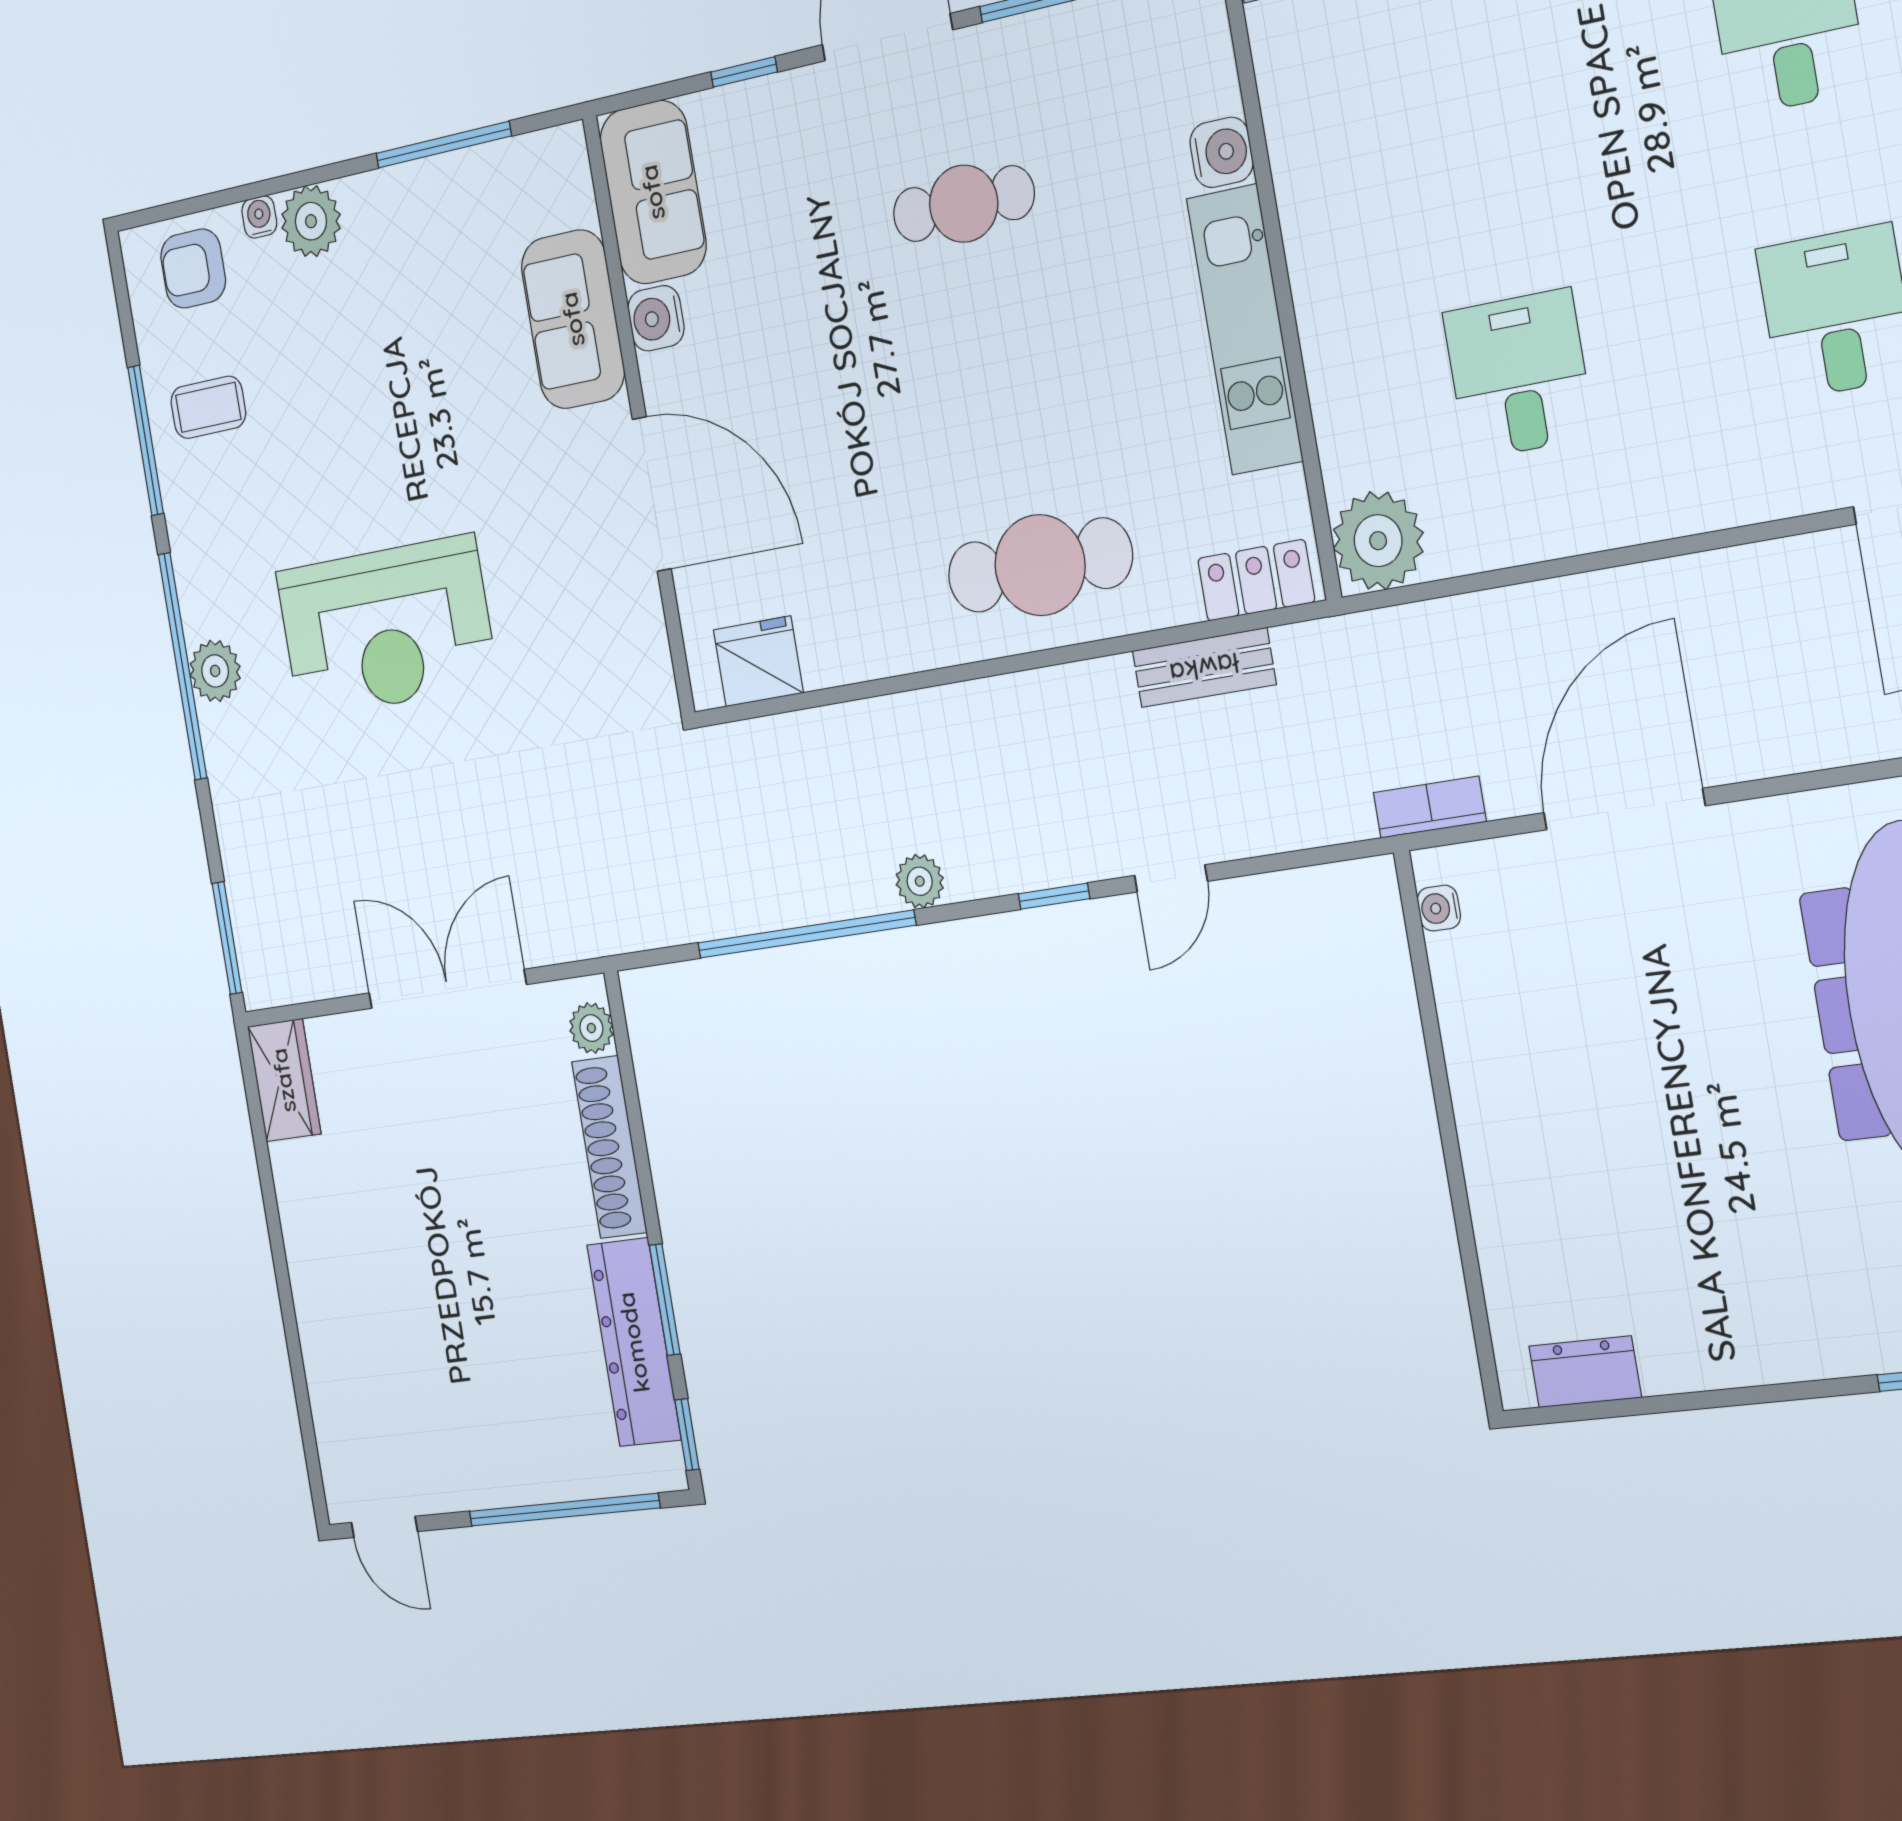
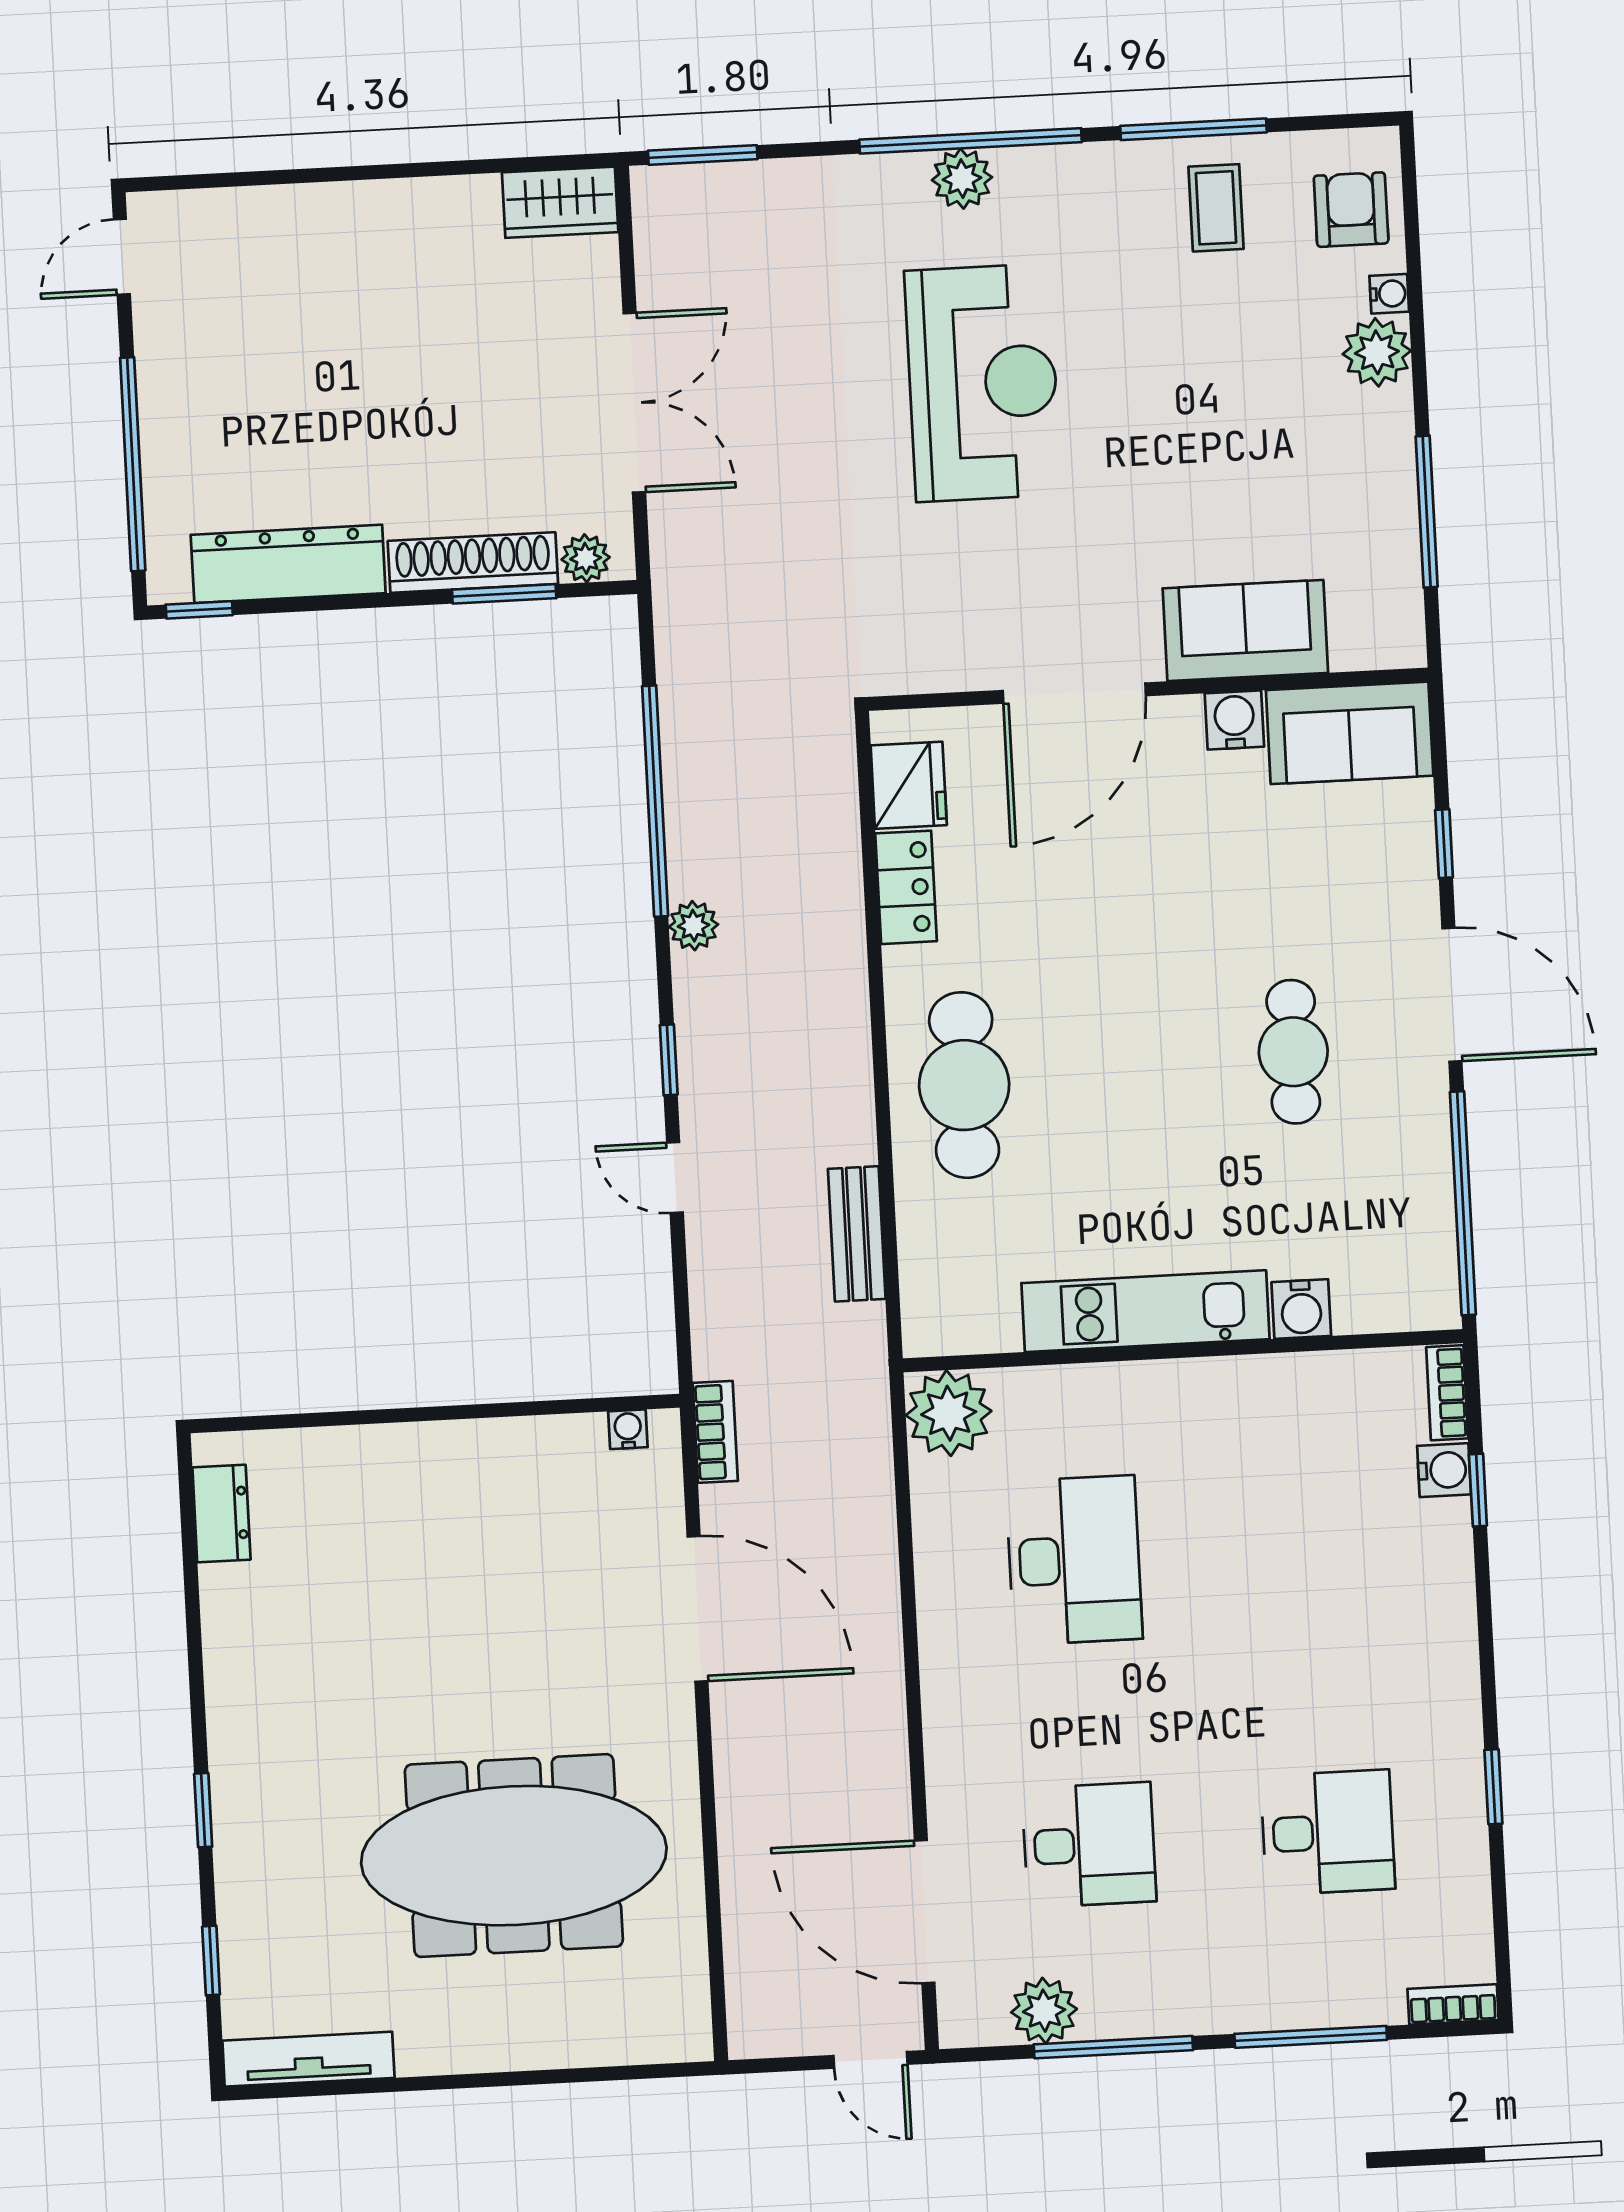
desk: (1519, 374) -> (1074, 1560), width x1.37
locker: (1256, 580) -> (906, 887), moved
reception desk: (386, 627) -> (983, 383), turned 180
window: (665, 1300) -> (504, 594), moved

